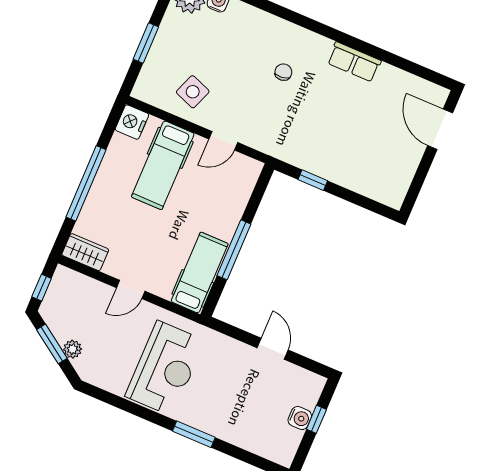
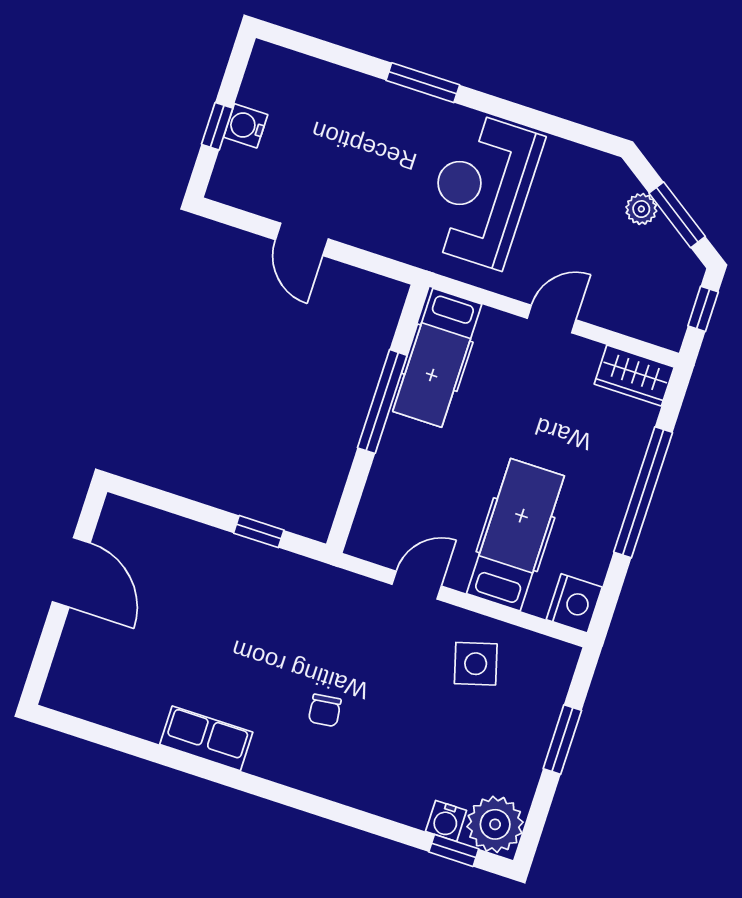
side table: (193, 92) -> (476, 664), turned -37
door: (440, 129) -> (71, 572), moved

